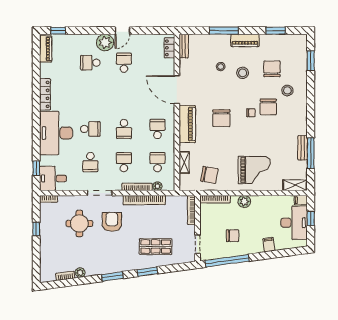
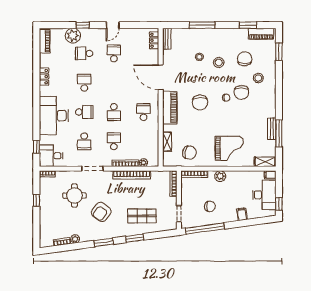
window: (58, 31) -> (83, 25), moved
piano: (245, 40) -> (261, 34), moved
plant: (105, 43) -> (73, 36), moved
locker: (45, 94) -> (44, 77), width x0.66
school desk: (157, 162) -> (84, 83), moved
window: (311, 218) -> (279, 204), moved
armchair: (112, 222) -> (101, 212), moved, turned -143

